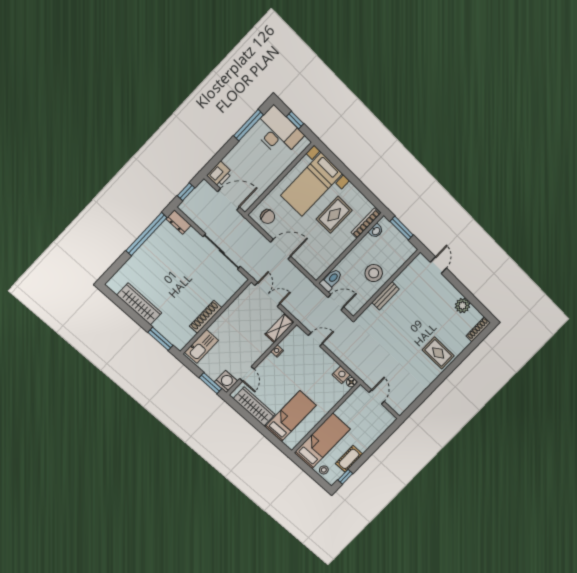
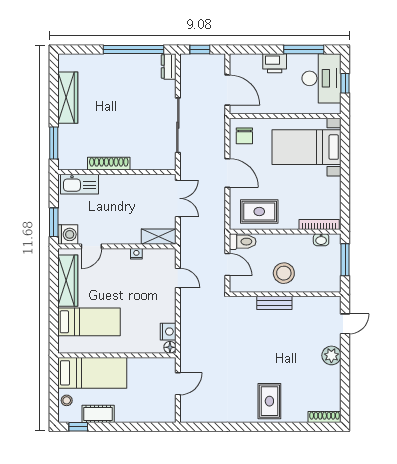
printer: (220, 174) -> (275, 63), moved
rug: (334, 215) -> (259, 212), moved
plant: (463, 306) -> (331, 355), moved

